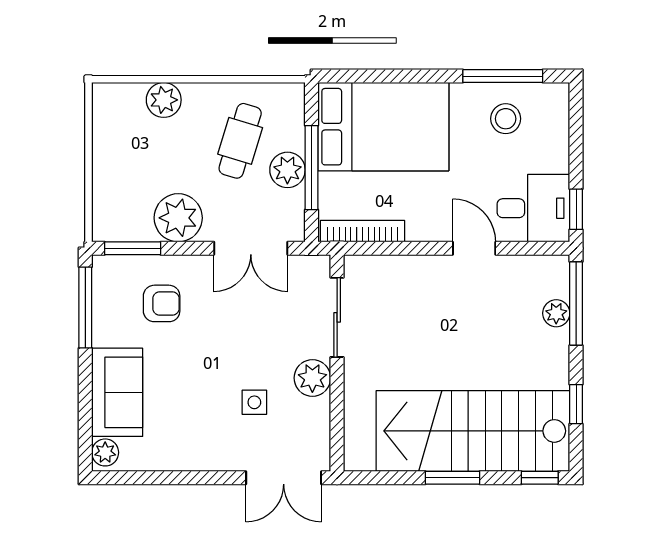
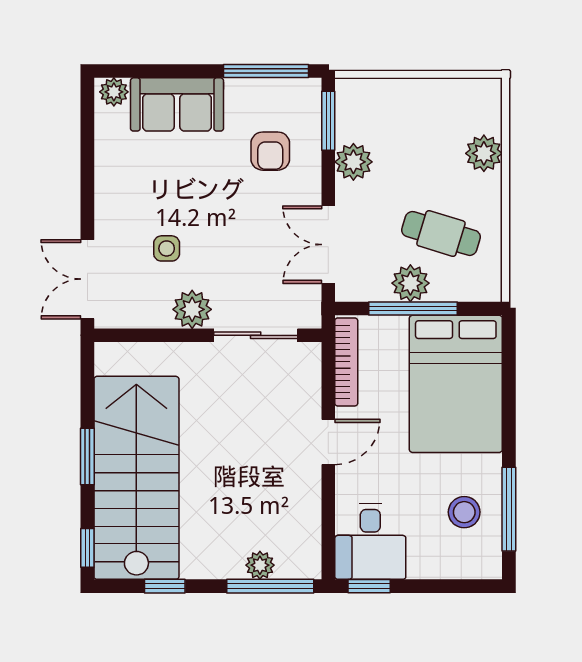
plant: (178, 218) -> (353, 162), width x0.73, depth x0.73
door: (474, 248) -> (328, 442), moved

